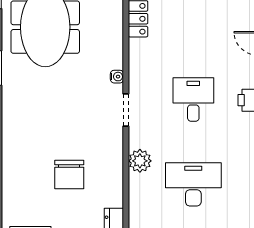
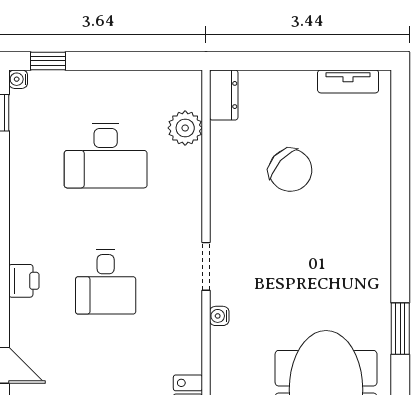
plant: (140, 161) -> (185, 128), moved
chair: (69, 175) -> (290, 170), turned 132

